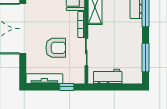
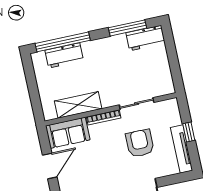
workbench: (108, 76) -> (145, 38), moved, turned -90
window: (67, 87) -> (189, 132), moved

